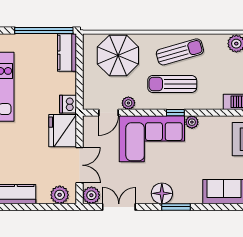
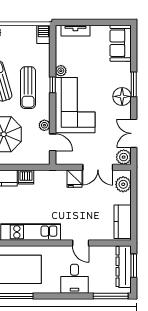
dishwasher: (68, 104) -> (26, 177), moved
fridge: (63, 131) -> (75, 179), width x0.53, depth x0.75
double door: (80, 165) -> (98, 167), swing flipped

